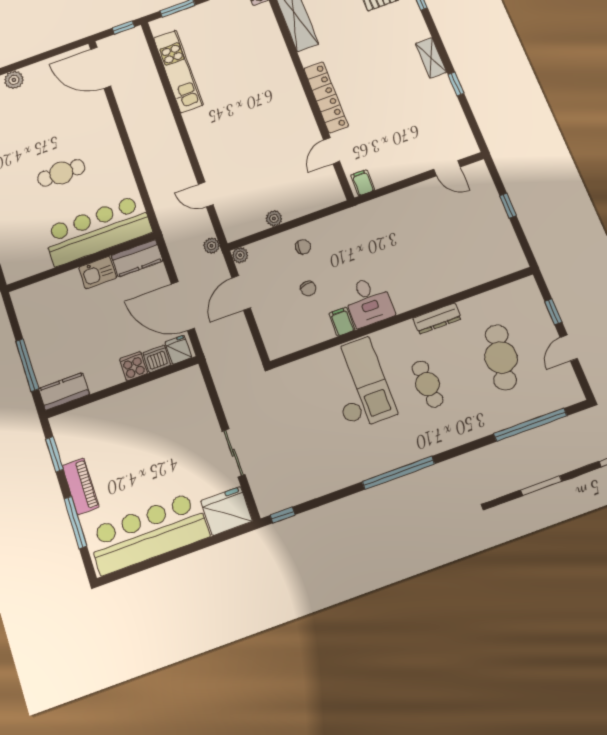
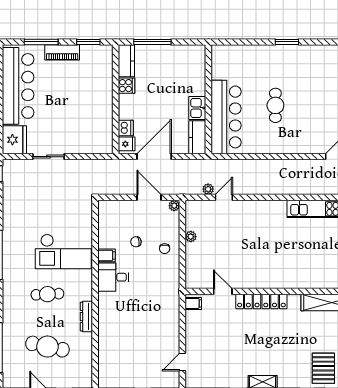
plant: (212, 246) -> (208, 189), moved
cooker: (133, 366) -> (126, 86), moved

